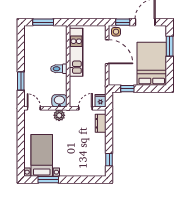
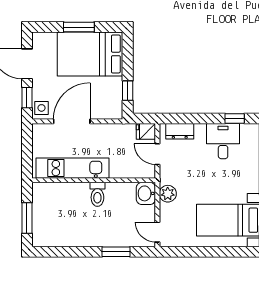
window: (170, 46) -> (79, 27), moved
door: (34, 108) -> (157, 232), hinge flipped
desk: (94, 152) -> (223, 141), added

